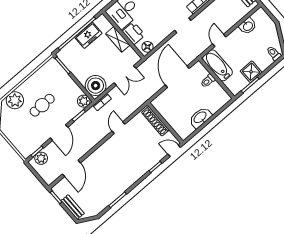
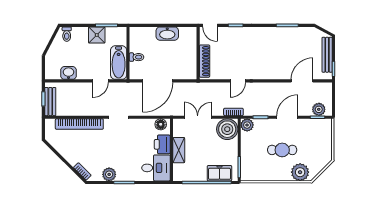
freezer: (88, 35) -> (219, 173), moved
bench: (73, 207) -> (327, 55), width x1.36

